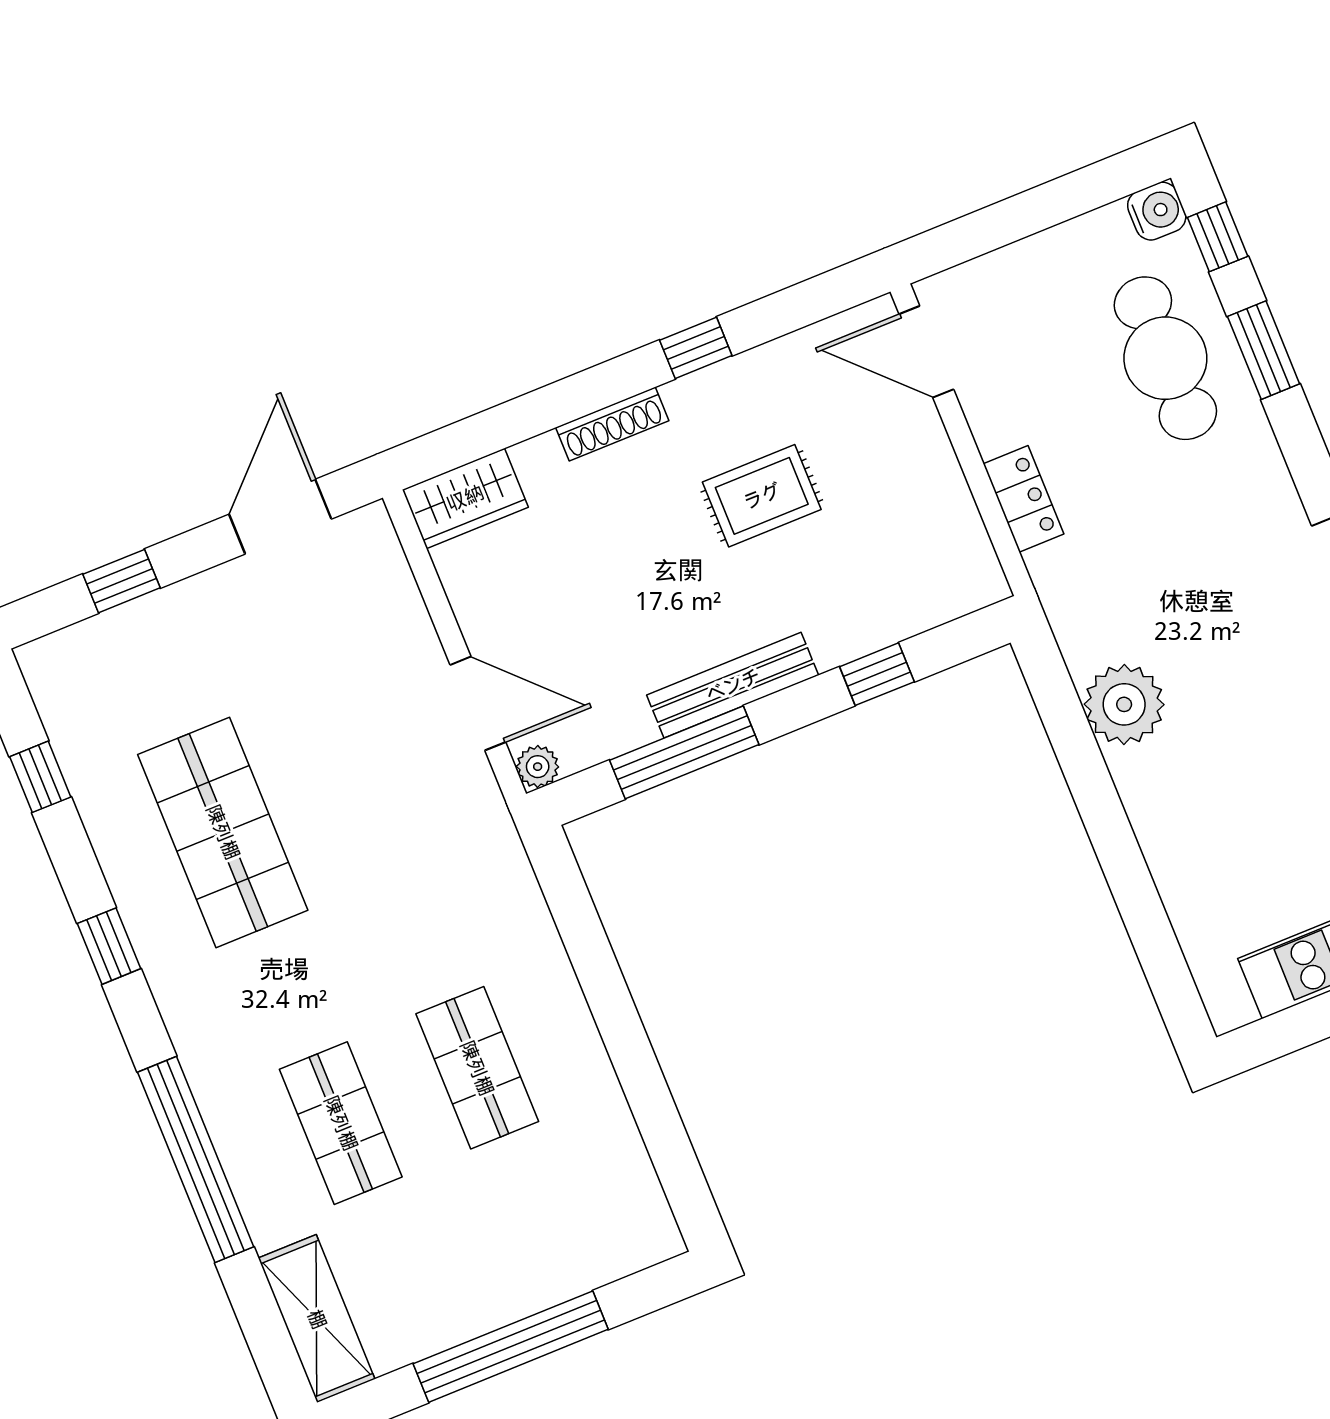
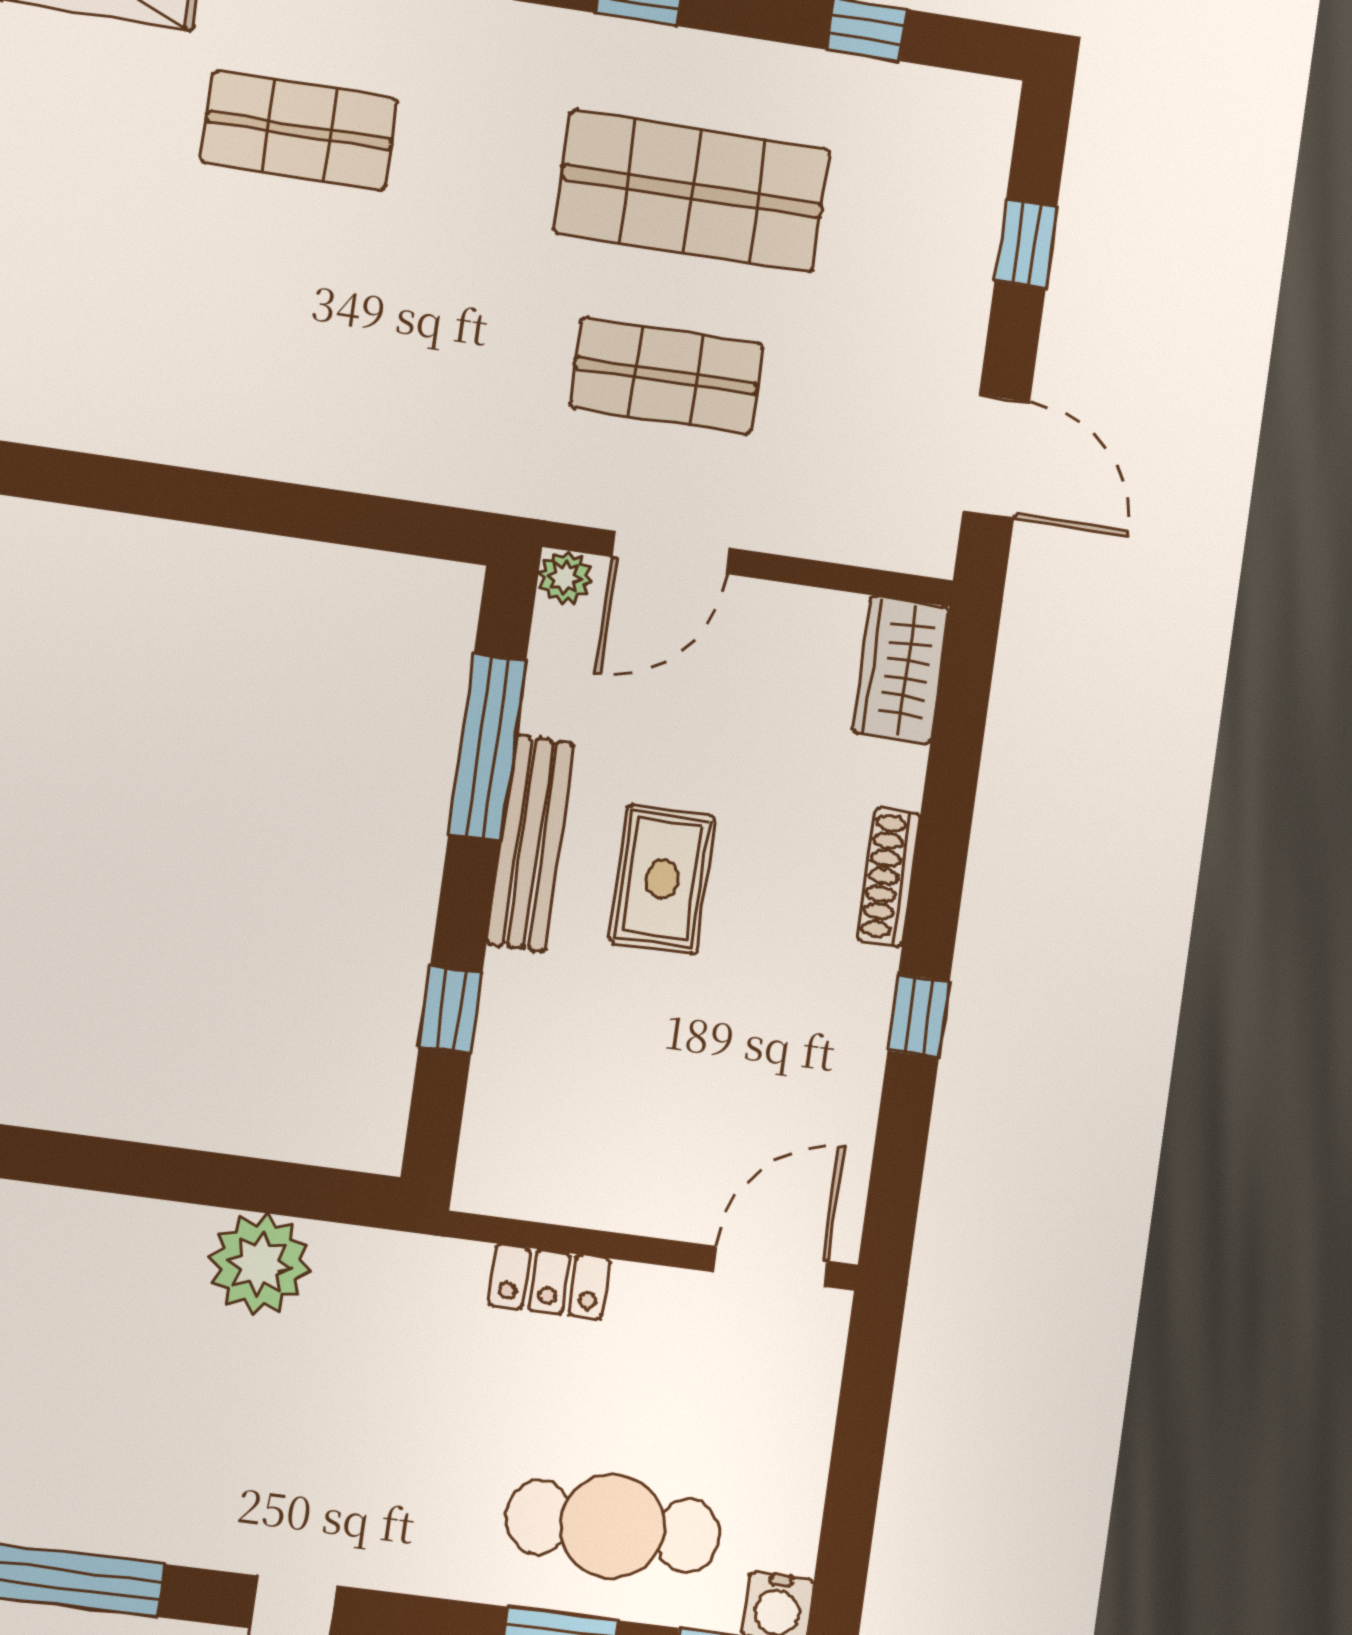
rug: (762, 496) -> (662, 879), moved
shop shelf: (477, 1068) -> (666, 376), moved

